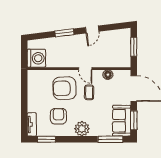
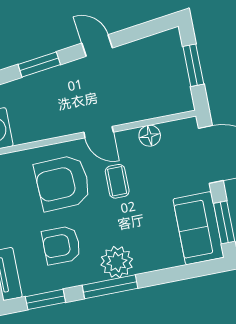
door: (92, 29) -> (97, 46), swing flipped
armchair: (58, 116) -> (61, 245), turned -90
window: (110, 139) -> (110, 287), moved

